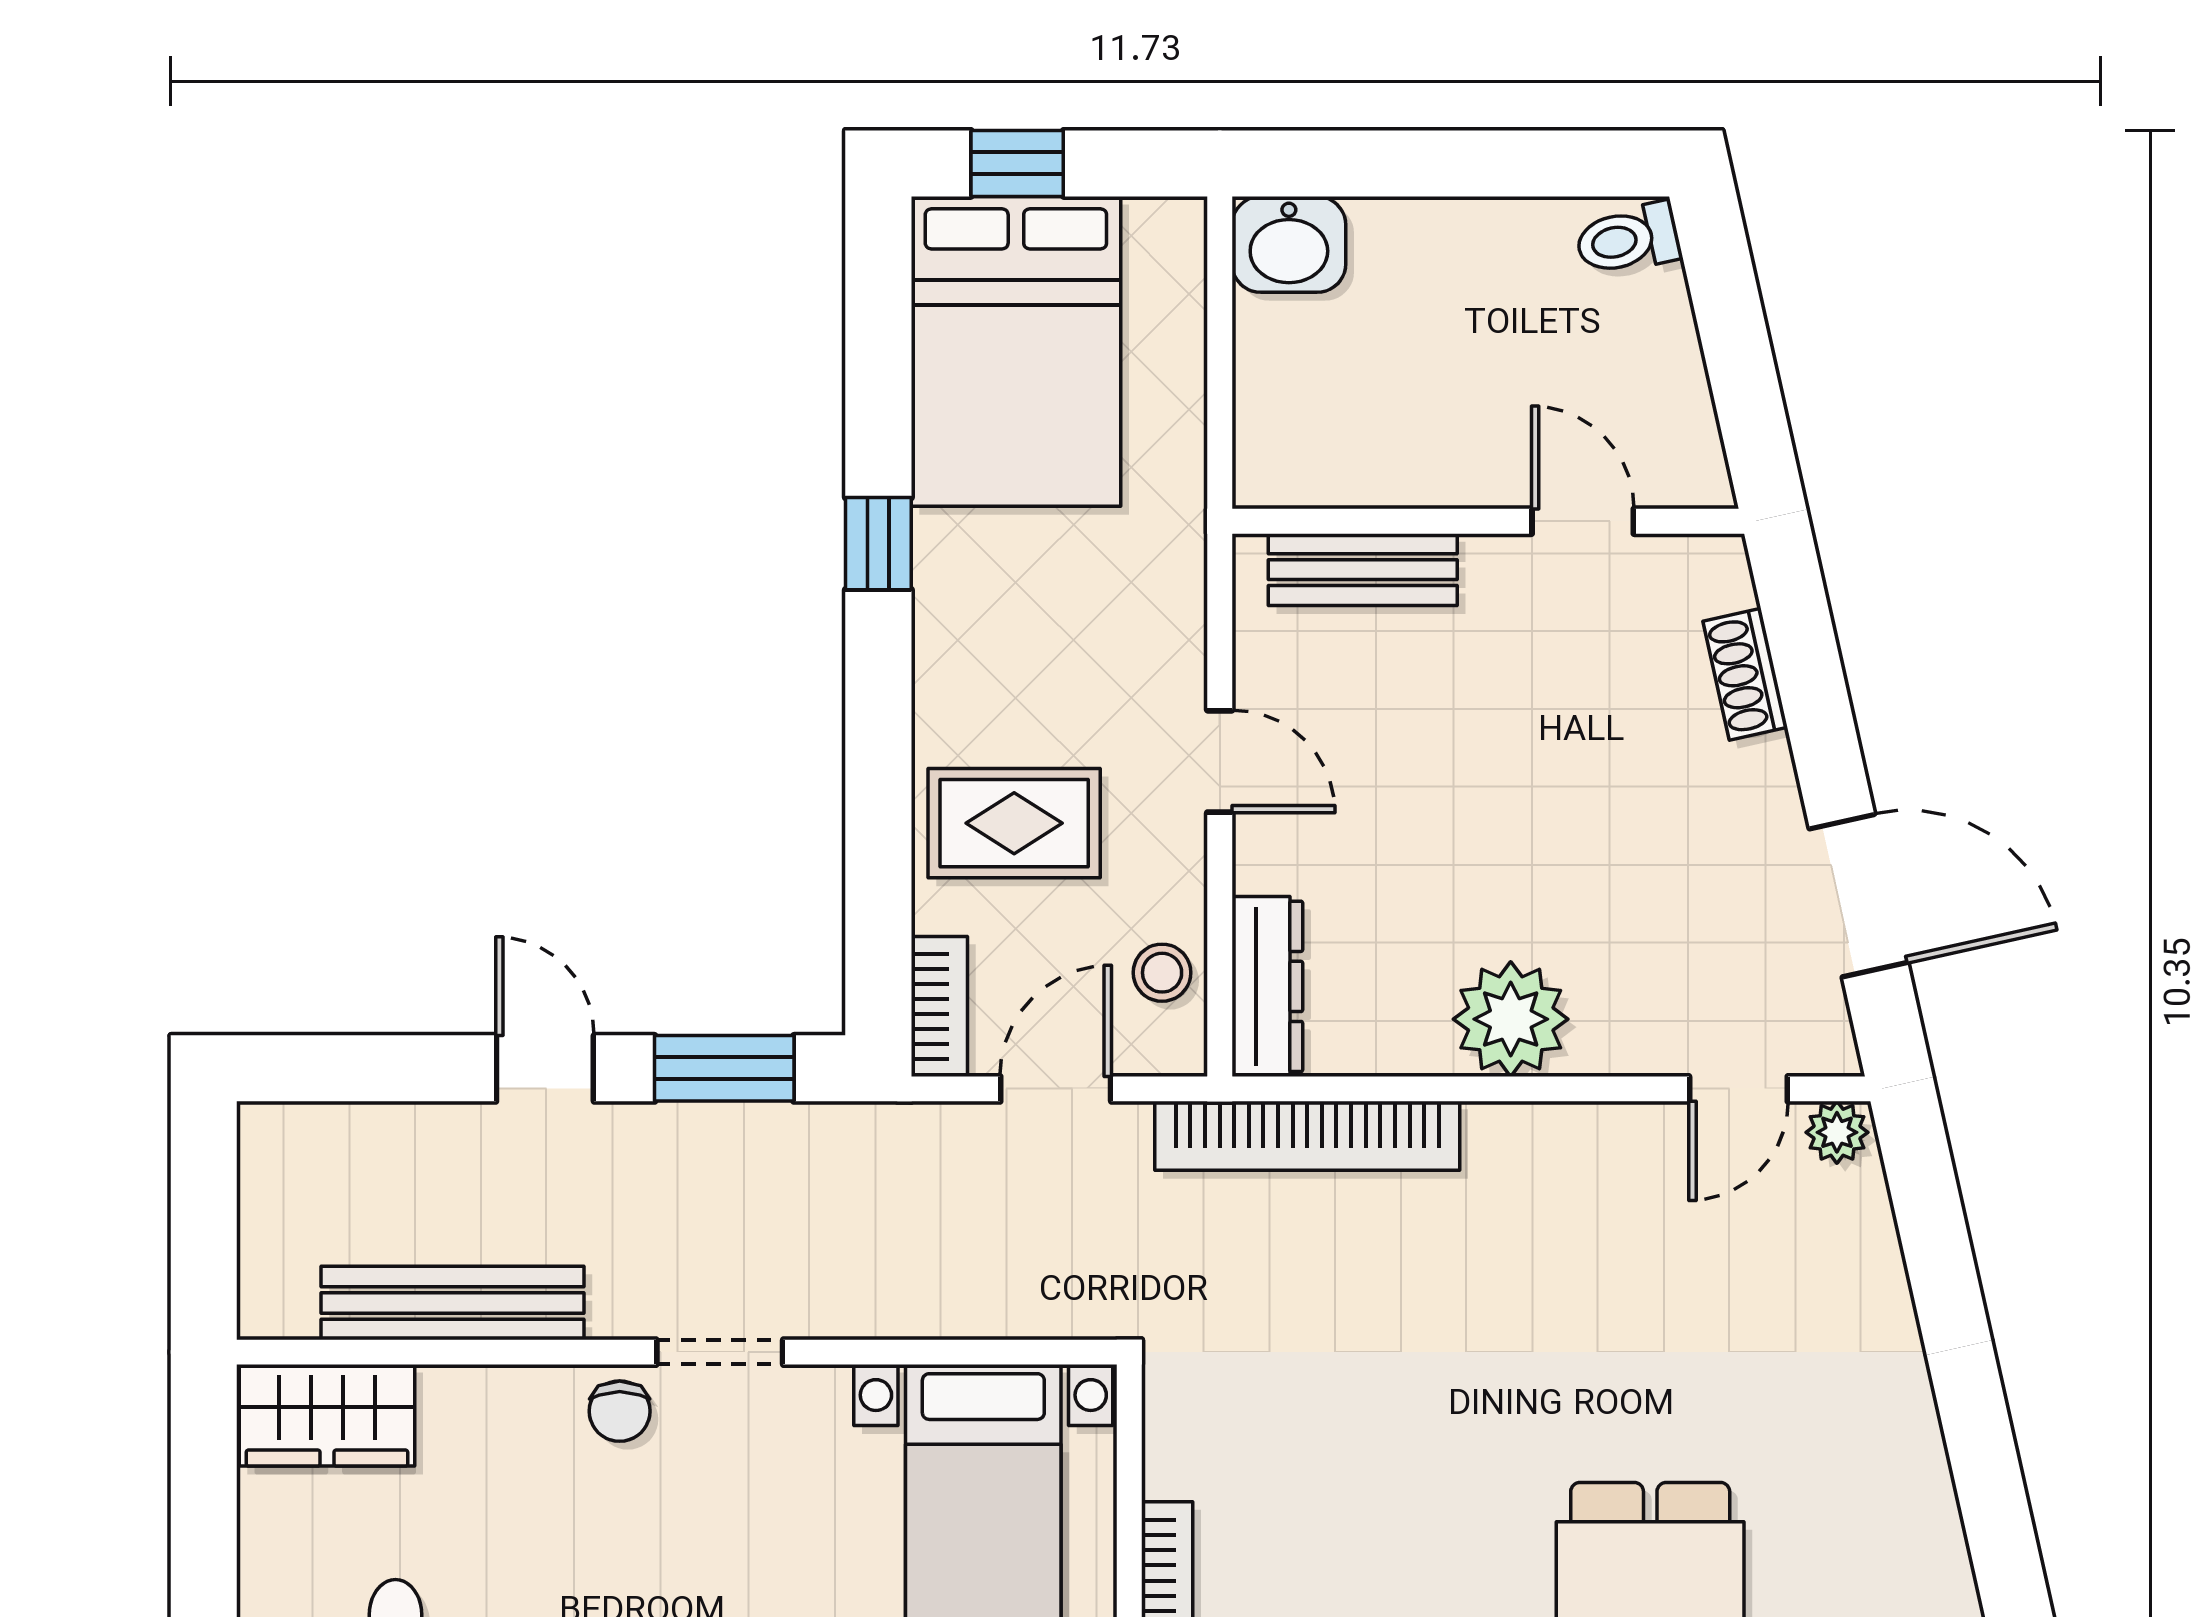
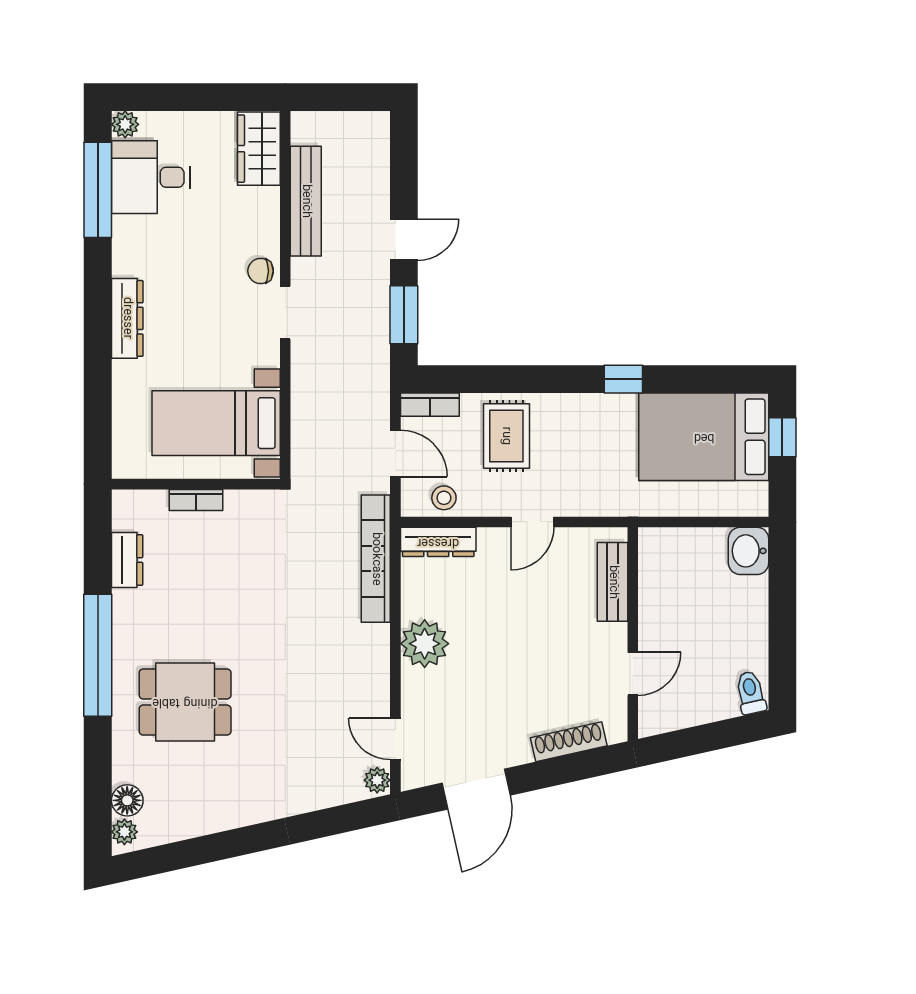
shoe rack: (1745, 674) -> (569, 742), width x1.43

